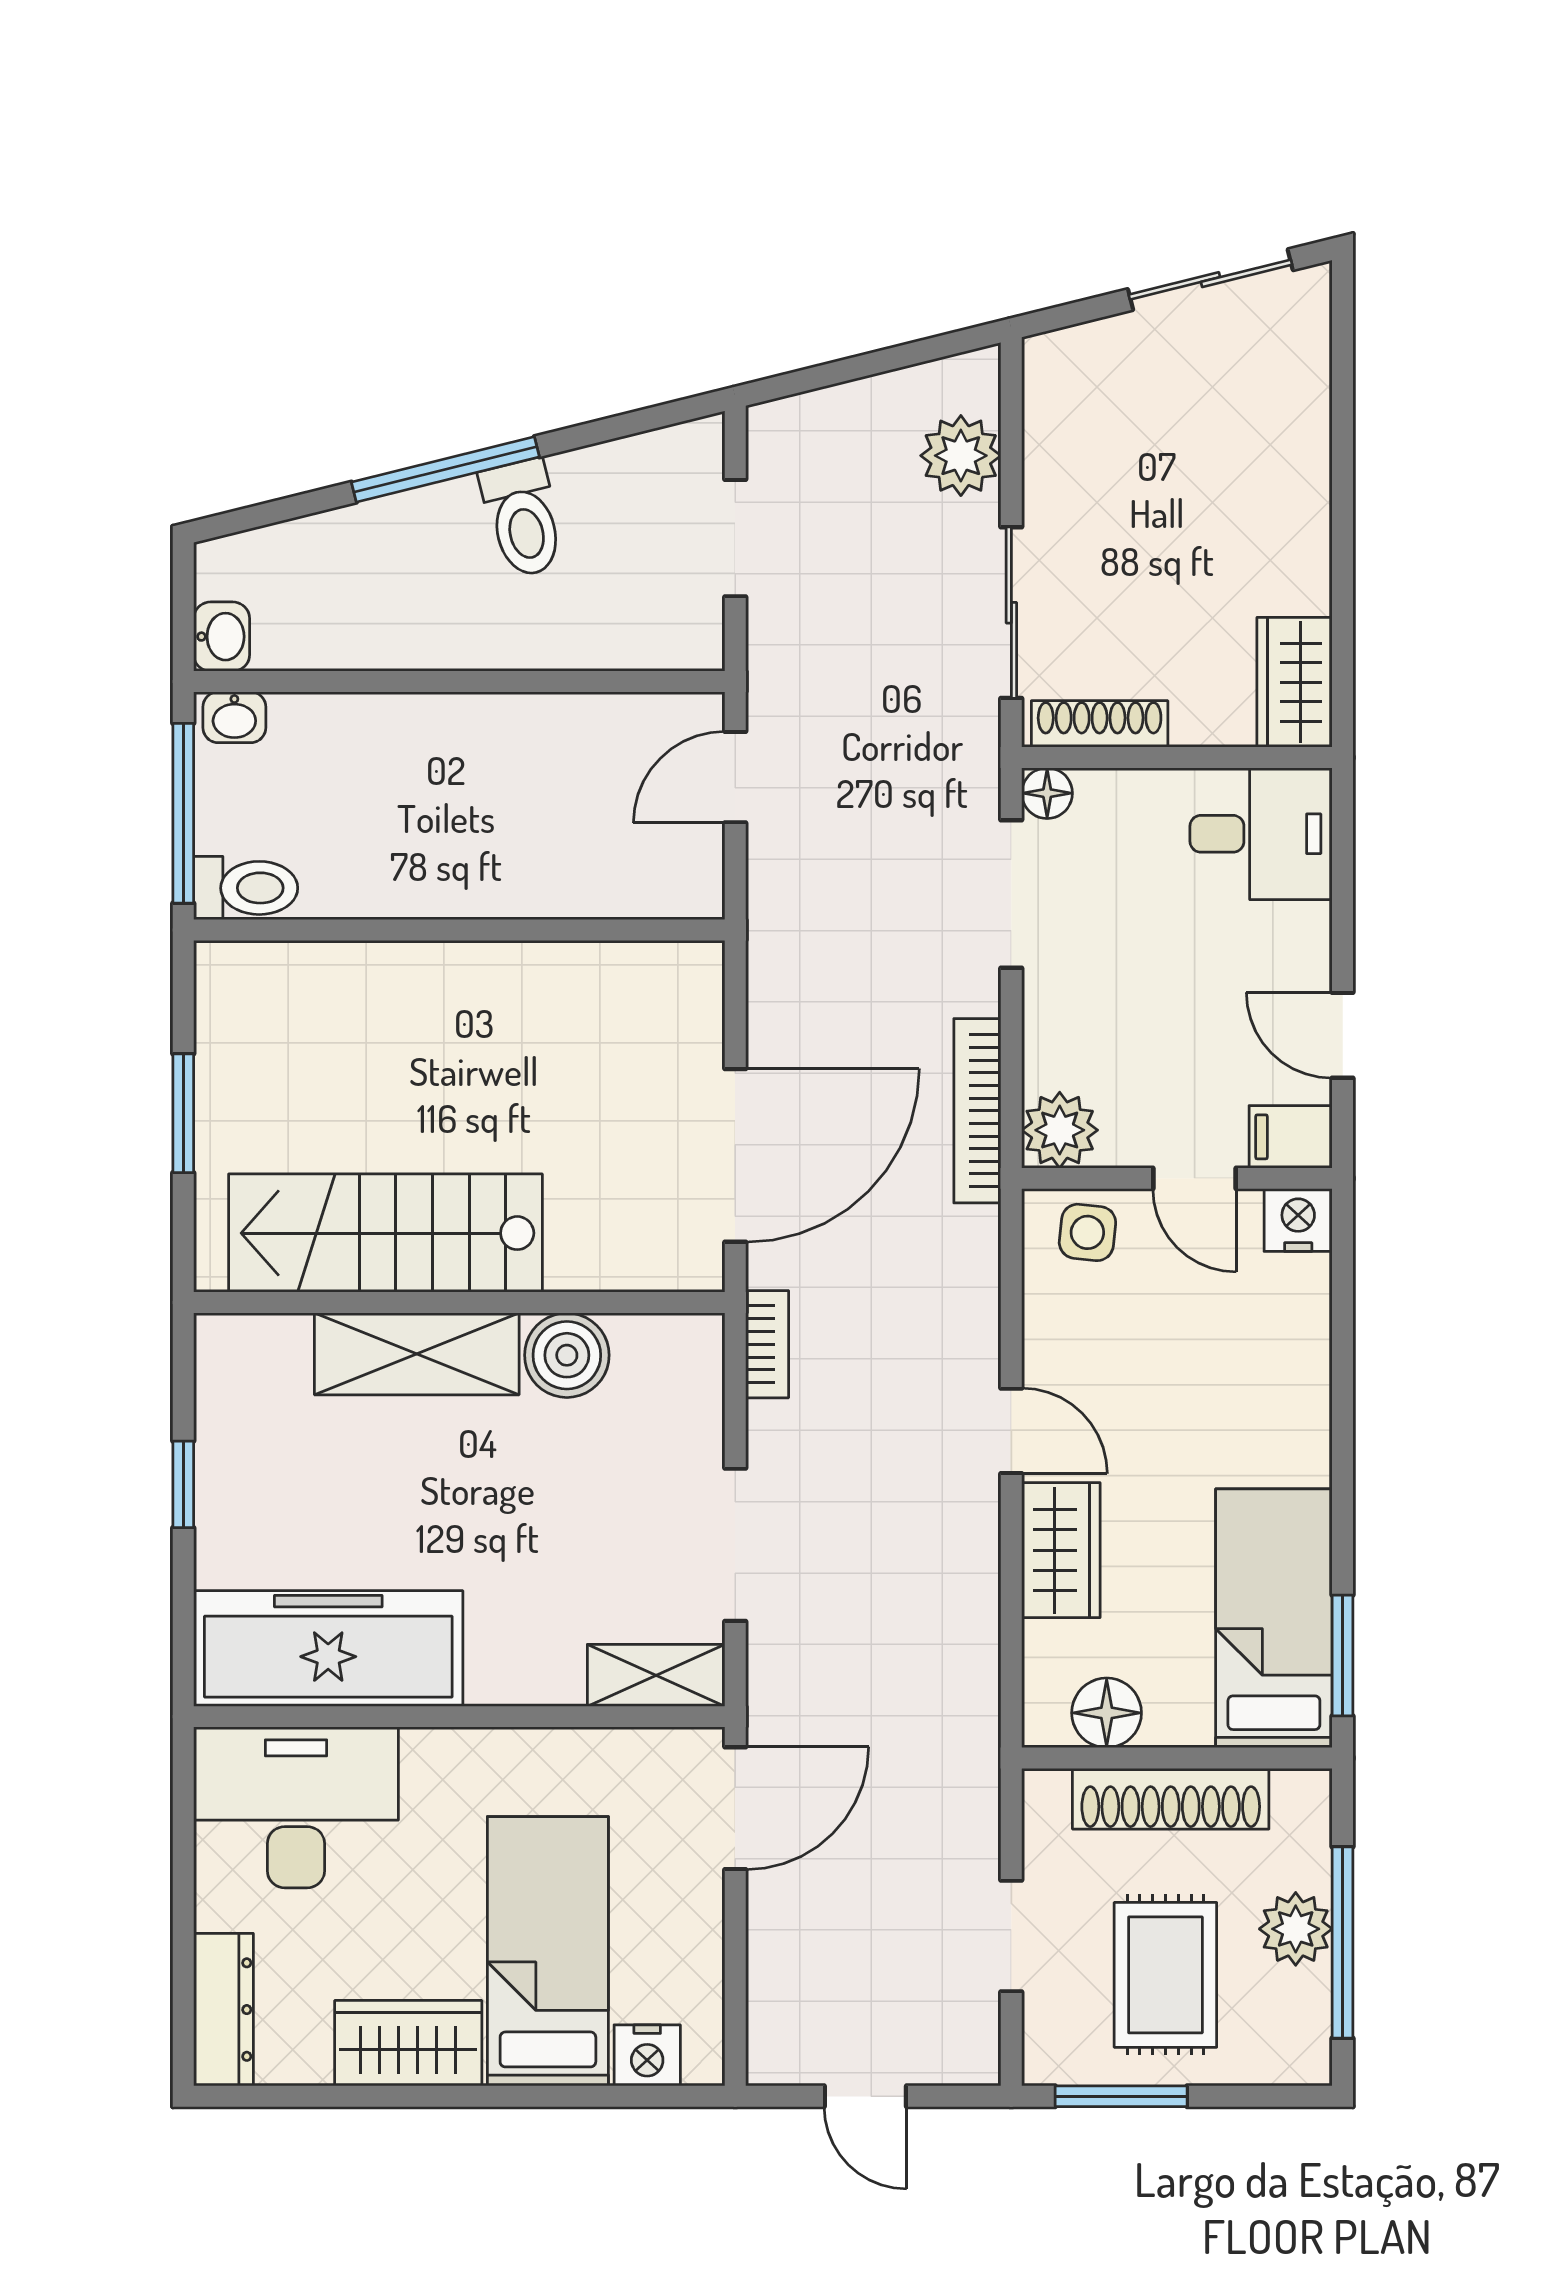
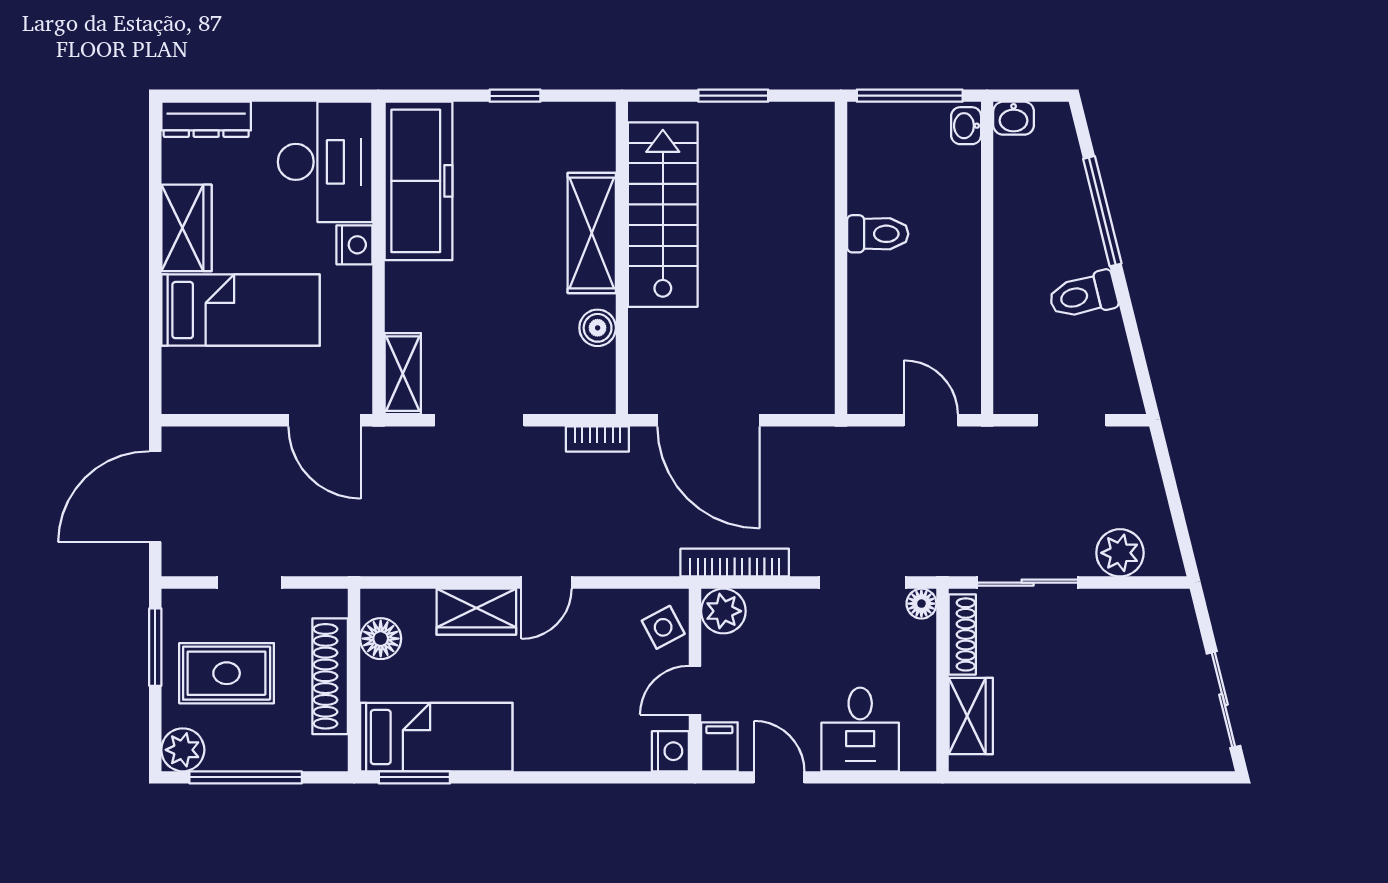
window: (445, 469) -> (1102, 211), moved
wardrobe: (1295, 682) -> (971, 716), moved, turned 90
desk: (1261, 834) -> (860, 729), moved
toilet: (246, 888) -> (878, 234), moved, turned -90
door: (1343, 1035) -> (779, 777), hinge flipped
side table: (1087, 1232) -> (663, 627), turned -34
boiler: (567, 1355) -> (598, 328), width x0.73, depth x0.73
plant: (1296, 1929) -> (183, 750), moved
nightstand: (647, 2055) -> (354, 245), moved, turned 180
door: (865, 2096) -> (155, 497), width x1.87

